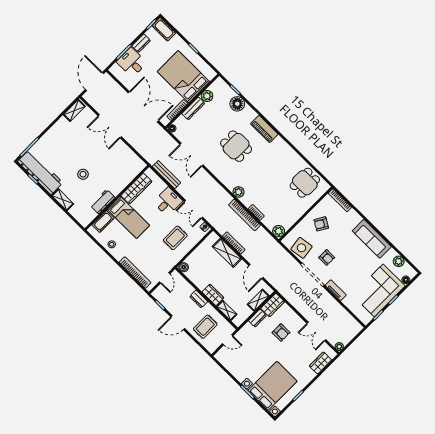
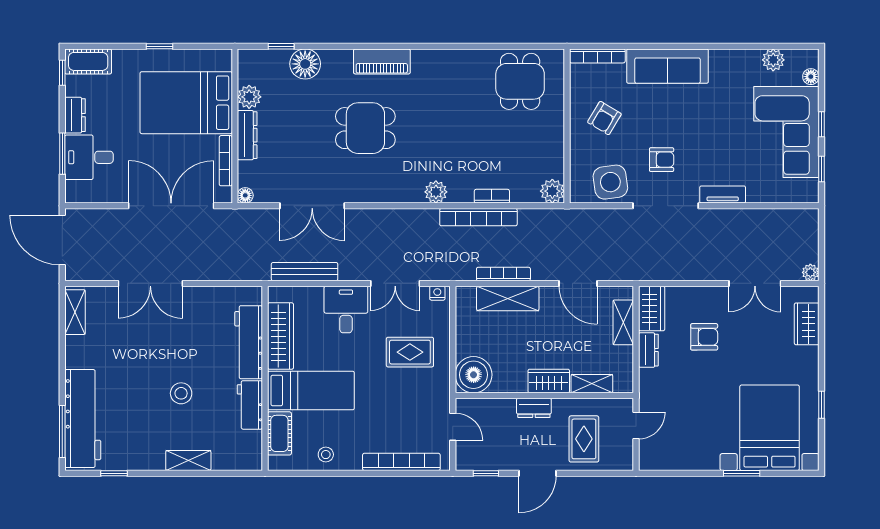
workbench: (40, 172) -> (83, 419), moved, turned 90
workbench: (123, 180) -> (249, 342), added
rug: (175, 238) -> (410, 352), turned 90
sofa: (372, 239) -> (668, 66), moved
boiler: (184, 267) -> (474, 375), width x1.86, depth x1.86

